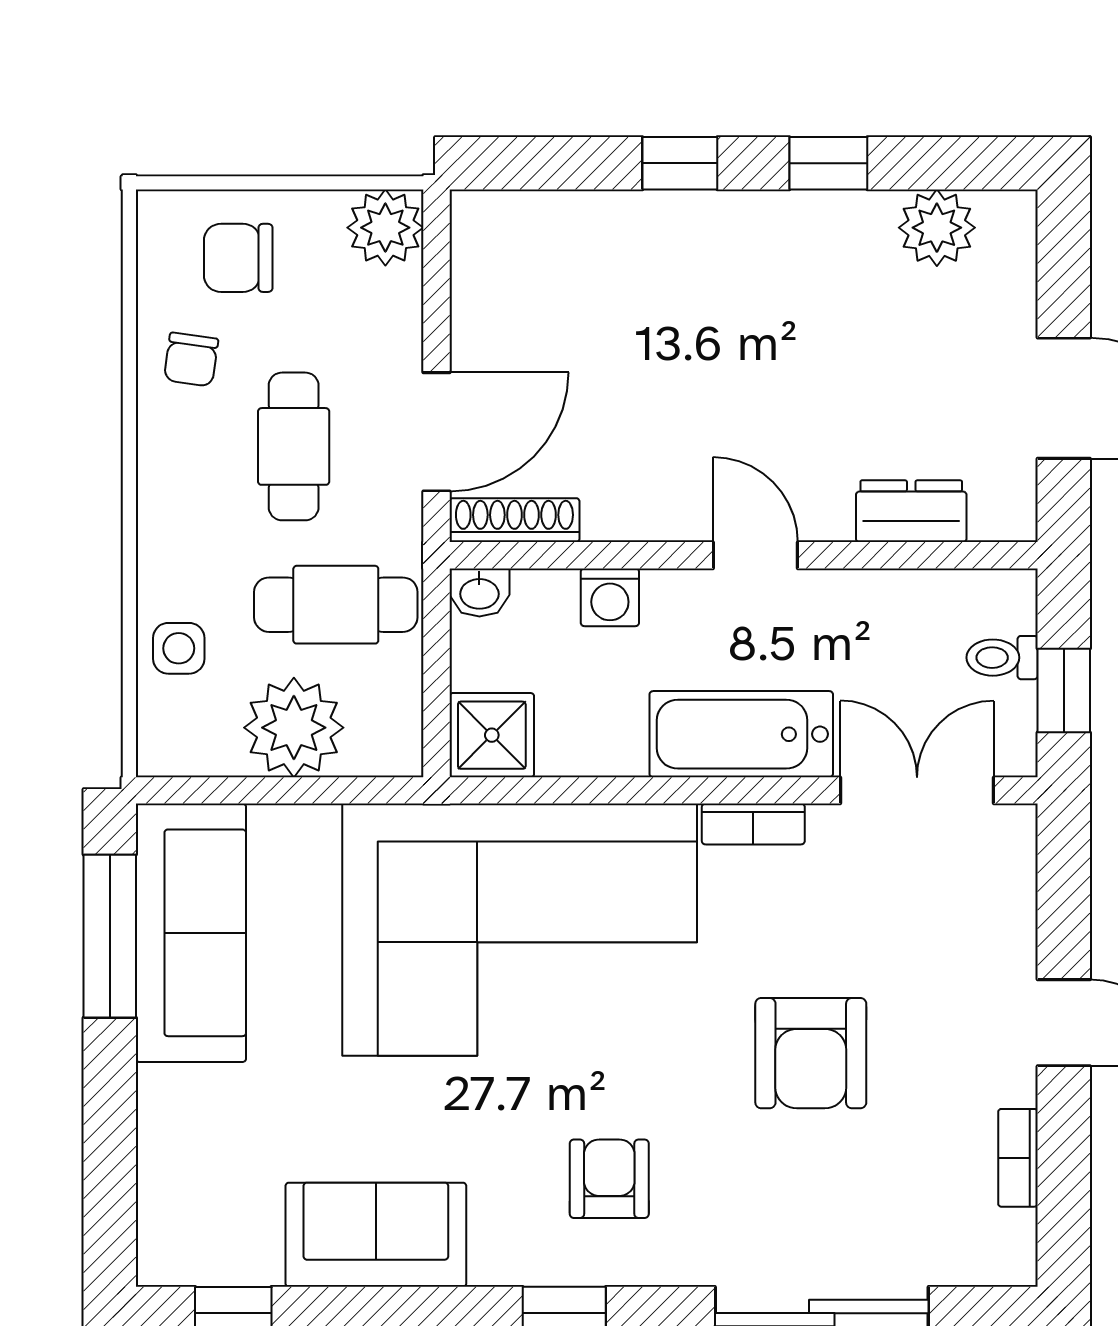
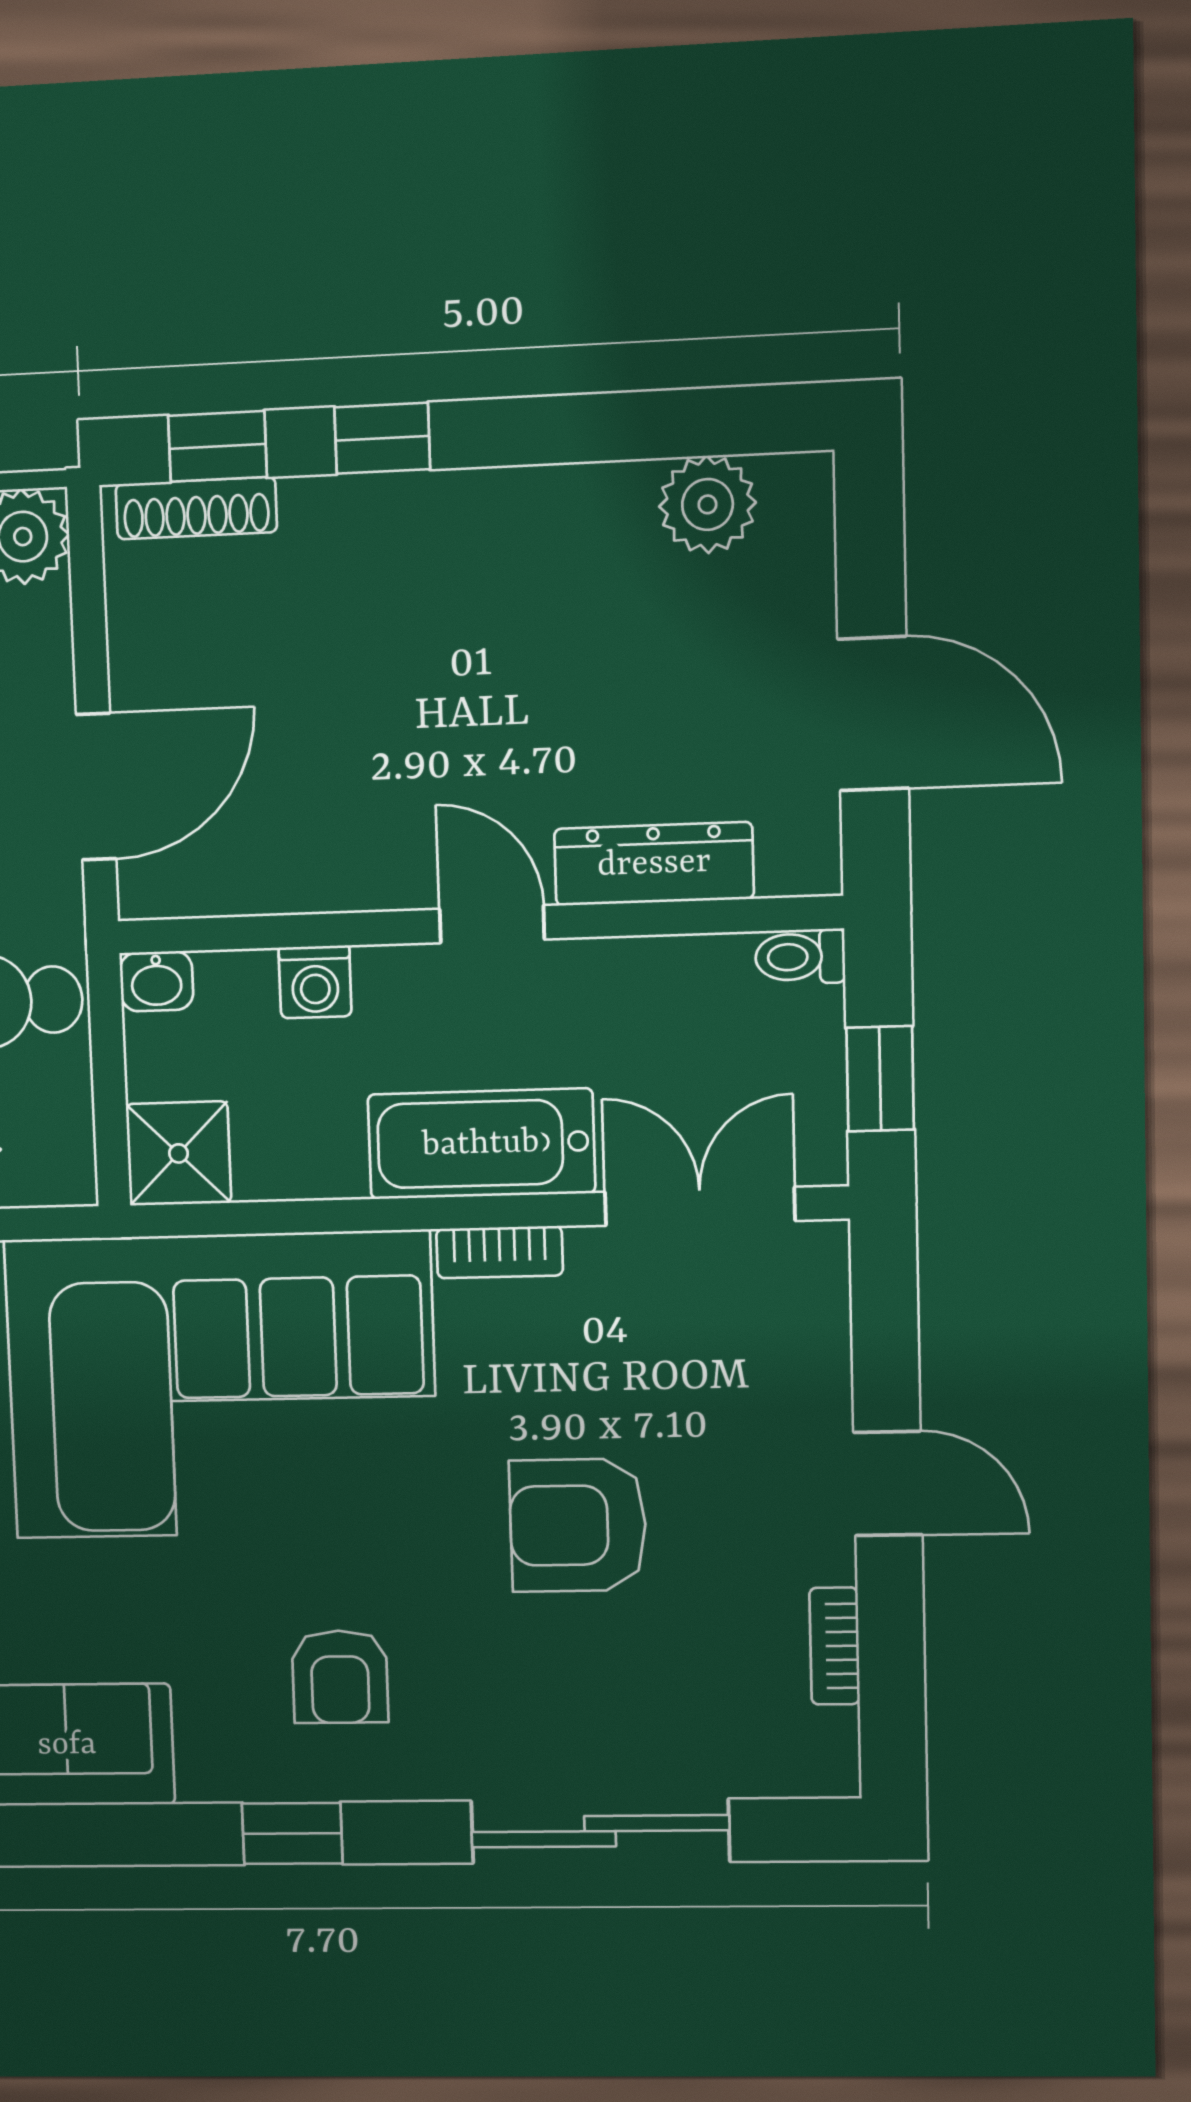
window: (828, 163) -> (217, 446), moved
dresser: (911, 511) -> (654, 864), width x1.44
shoe rack: (514, 520) -> (196, 508), moved, turned 180
toilet: (1002, 658) -> (800, 957), moved
armchair: (811, 1053) -> (578, 1525), turned 90
armchair: (609, 1179) -> (340, 1677), turned 180

